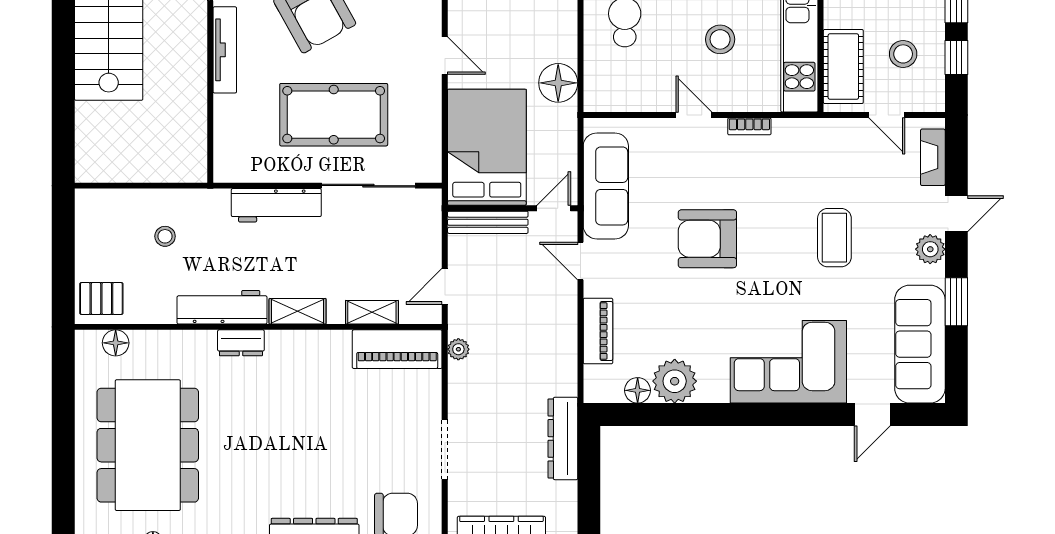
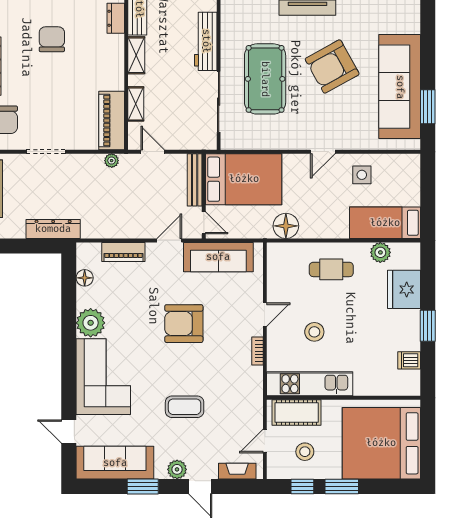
door: (445, 56) -> (323, 152), moved
armchair: (707, 239) -> (184, 324), turned -90
plant: (675, 381) -> (91, 323), moved
chair: (273, 440) -> (52, 39), added

